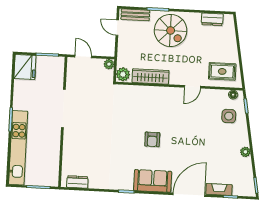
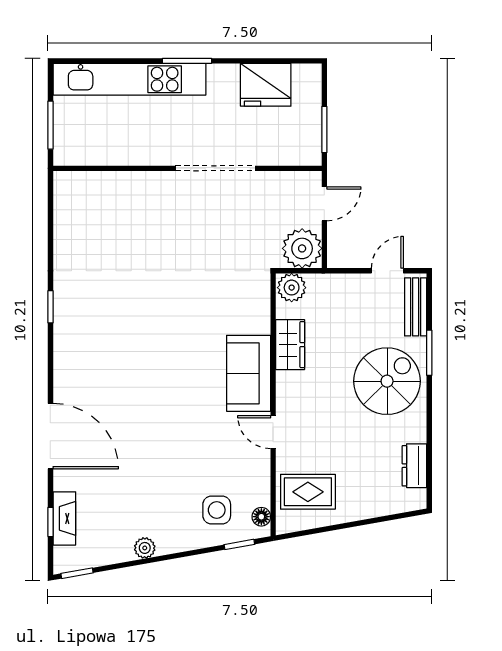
spiral stairs: (171, 30) -> (387, 381), turned 180
plant: (109, 64) -> (302, 248), width x1.88, depth x1.88
fridge: (25, 67) -> (266, 85), moved
rug: (222, 71) -> (308, 492), turned 90
wardrobe: (151, 76) -> (290, 345), width x0.67
armchair: (152, 139) -> (161, 355), removed
sofa: (153, 181) -> (249, 373), moved, turned 180
dresser: (77, 182) -> (65, 205), removed
fireplace: (219, 189) -> (64, 518), moved

